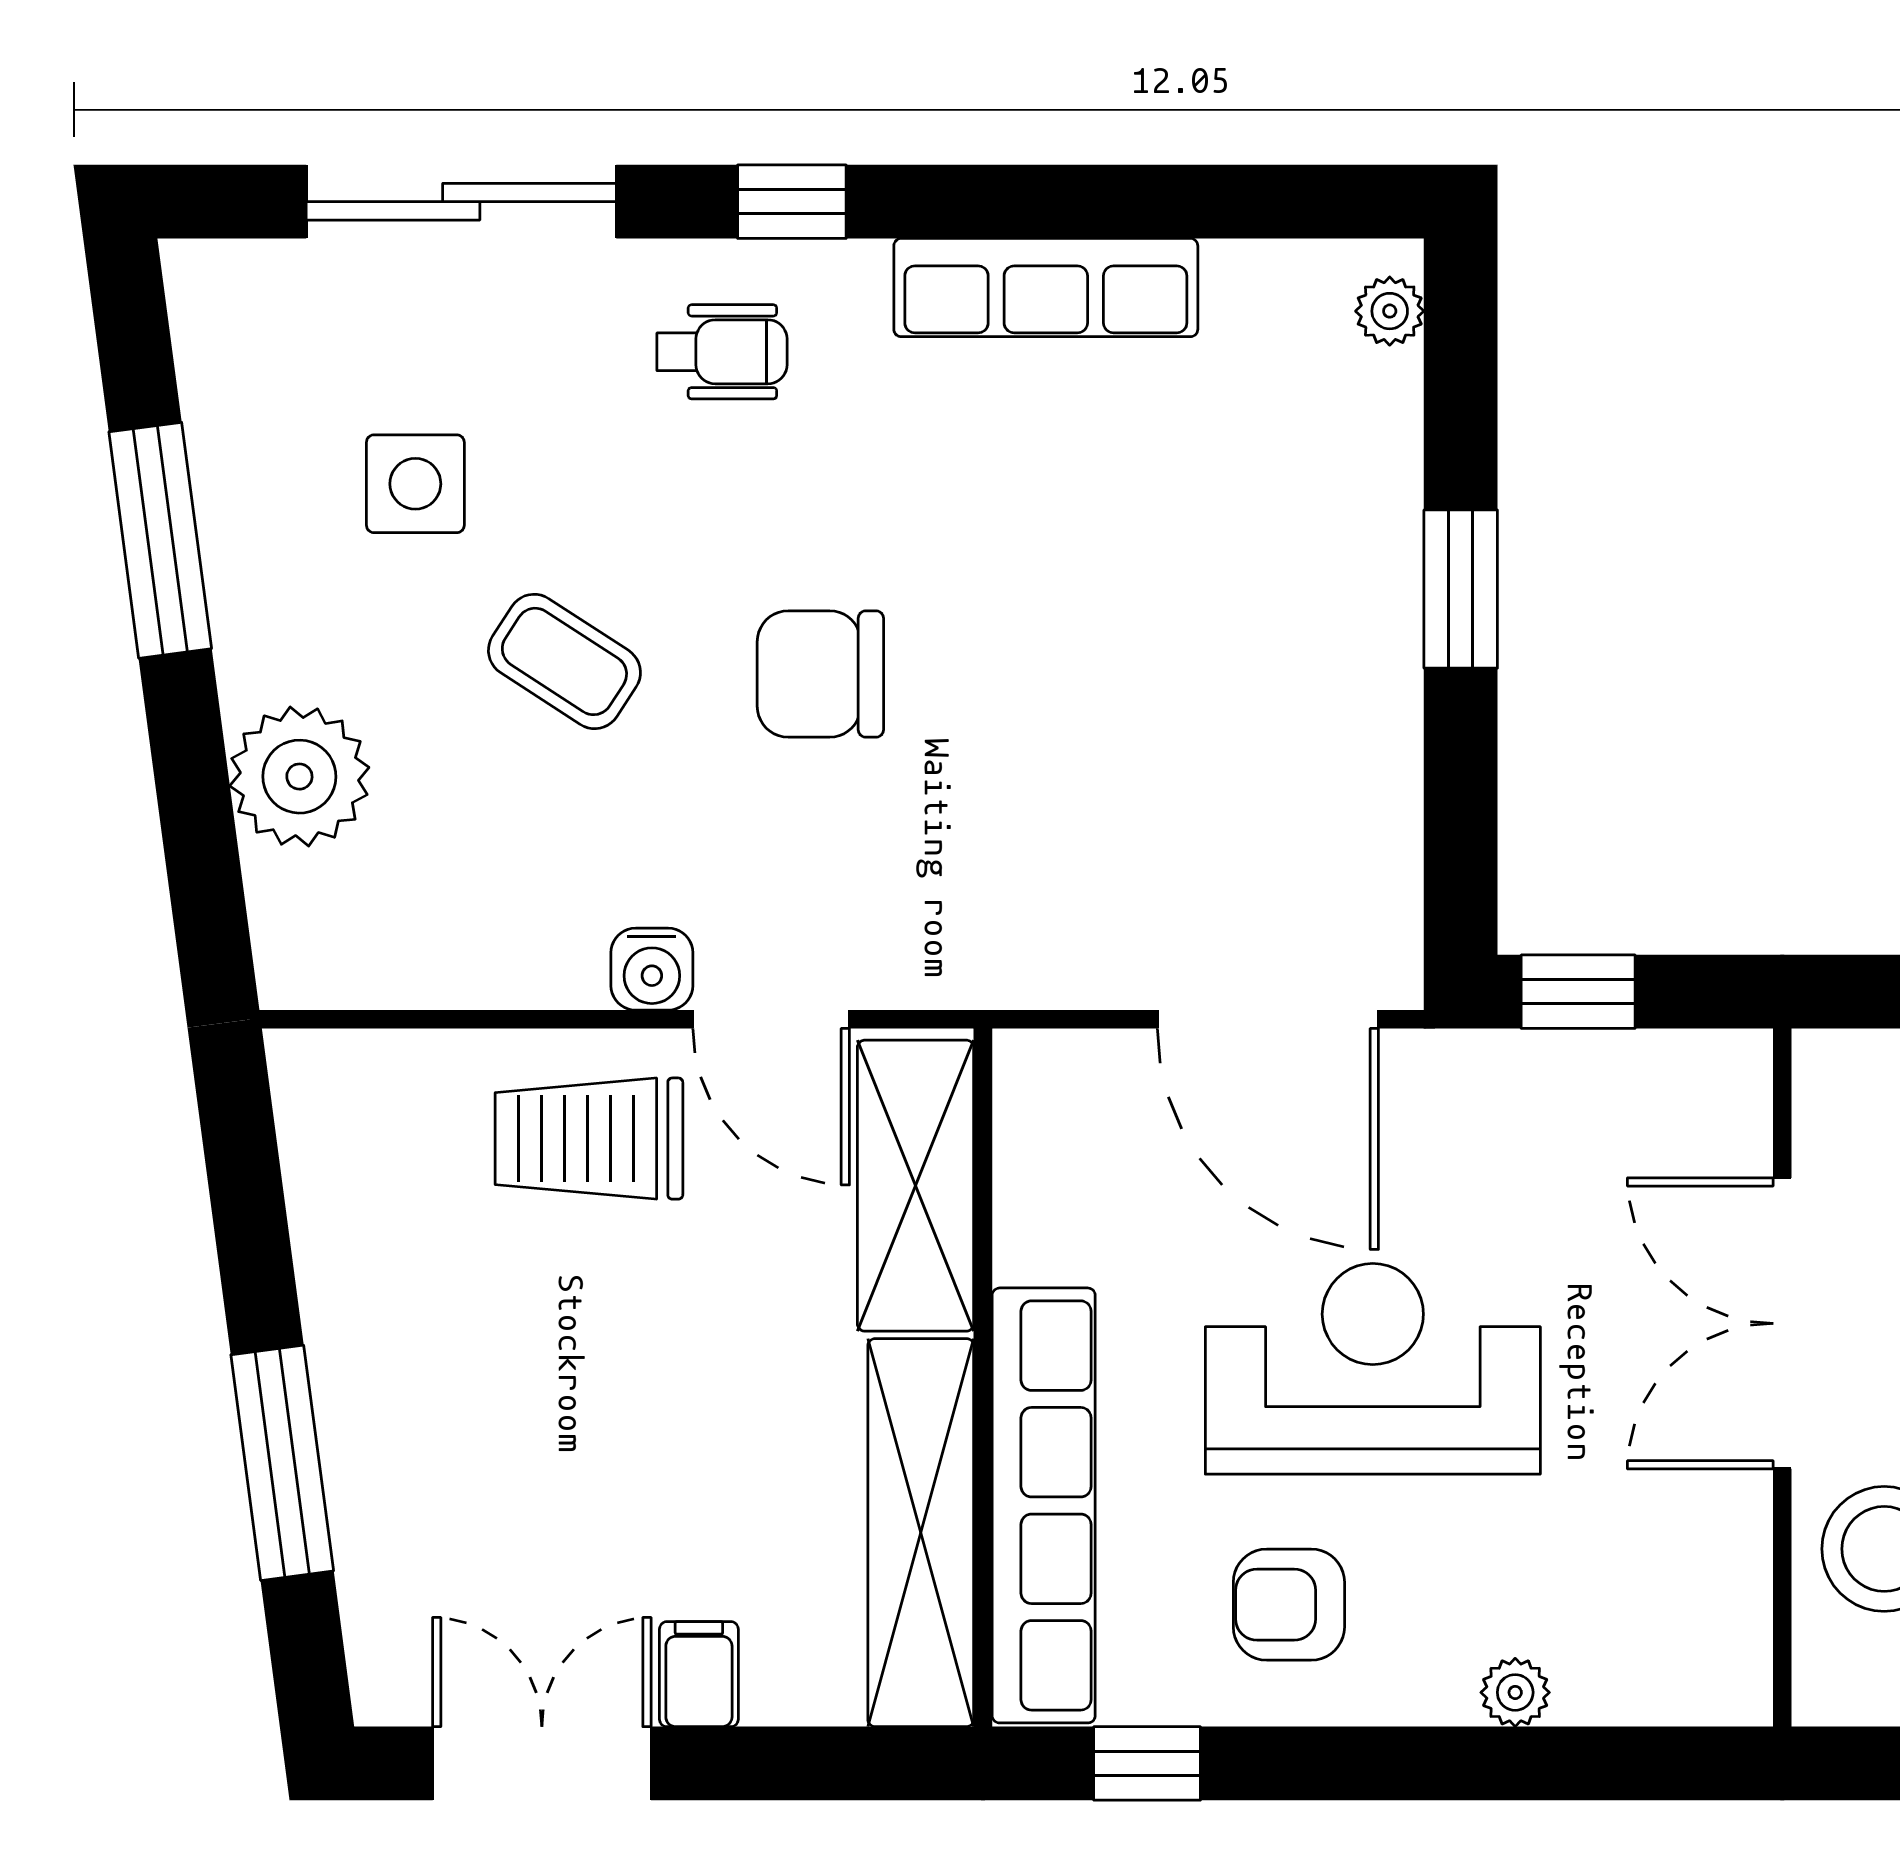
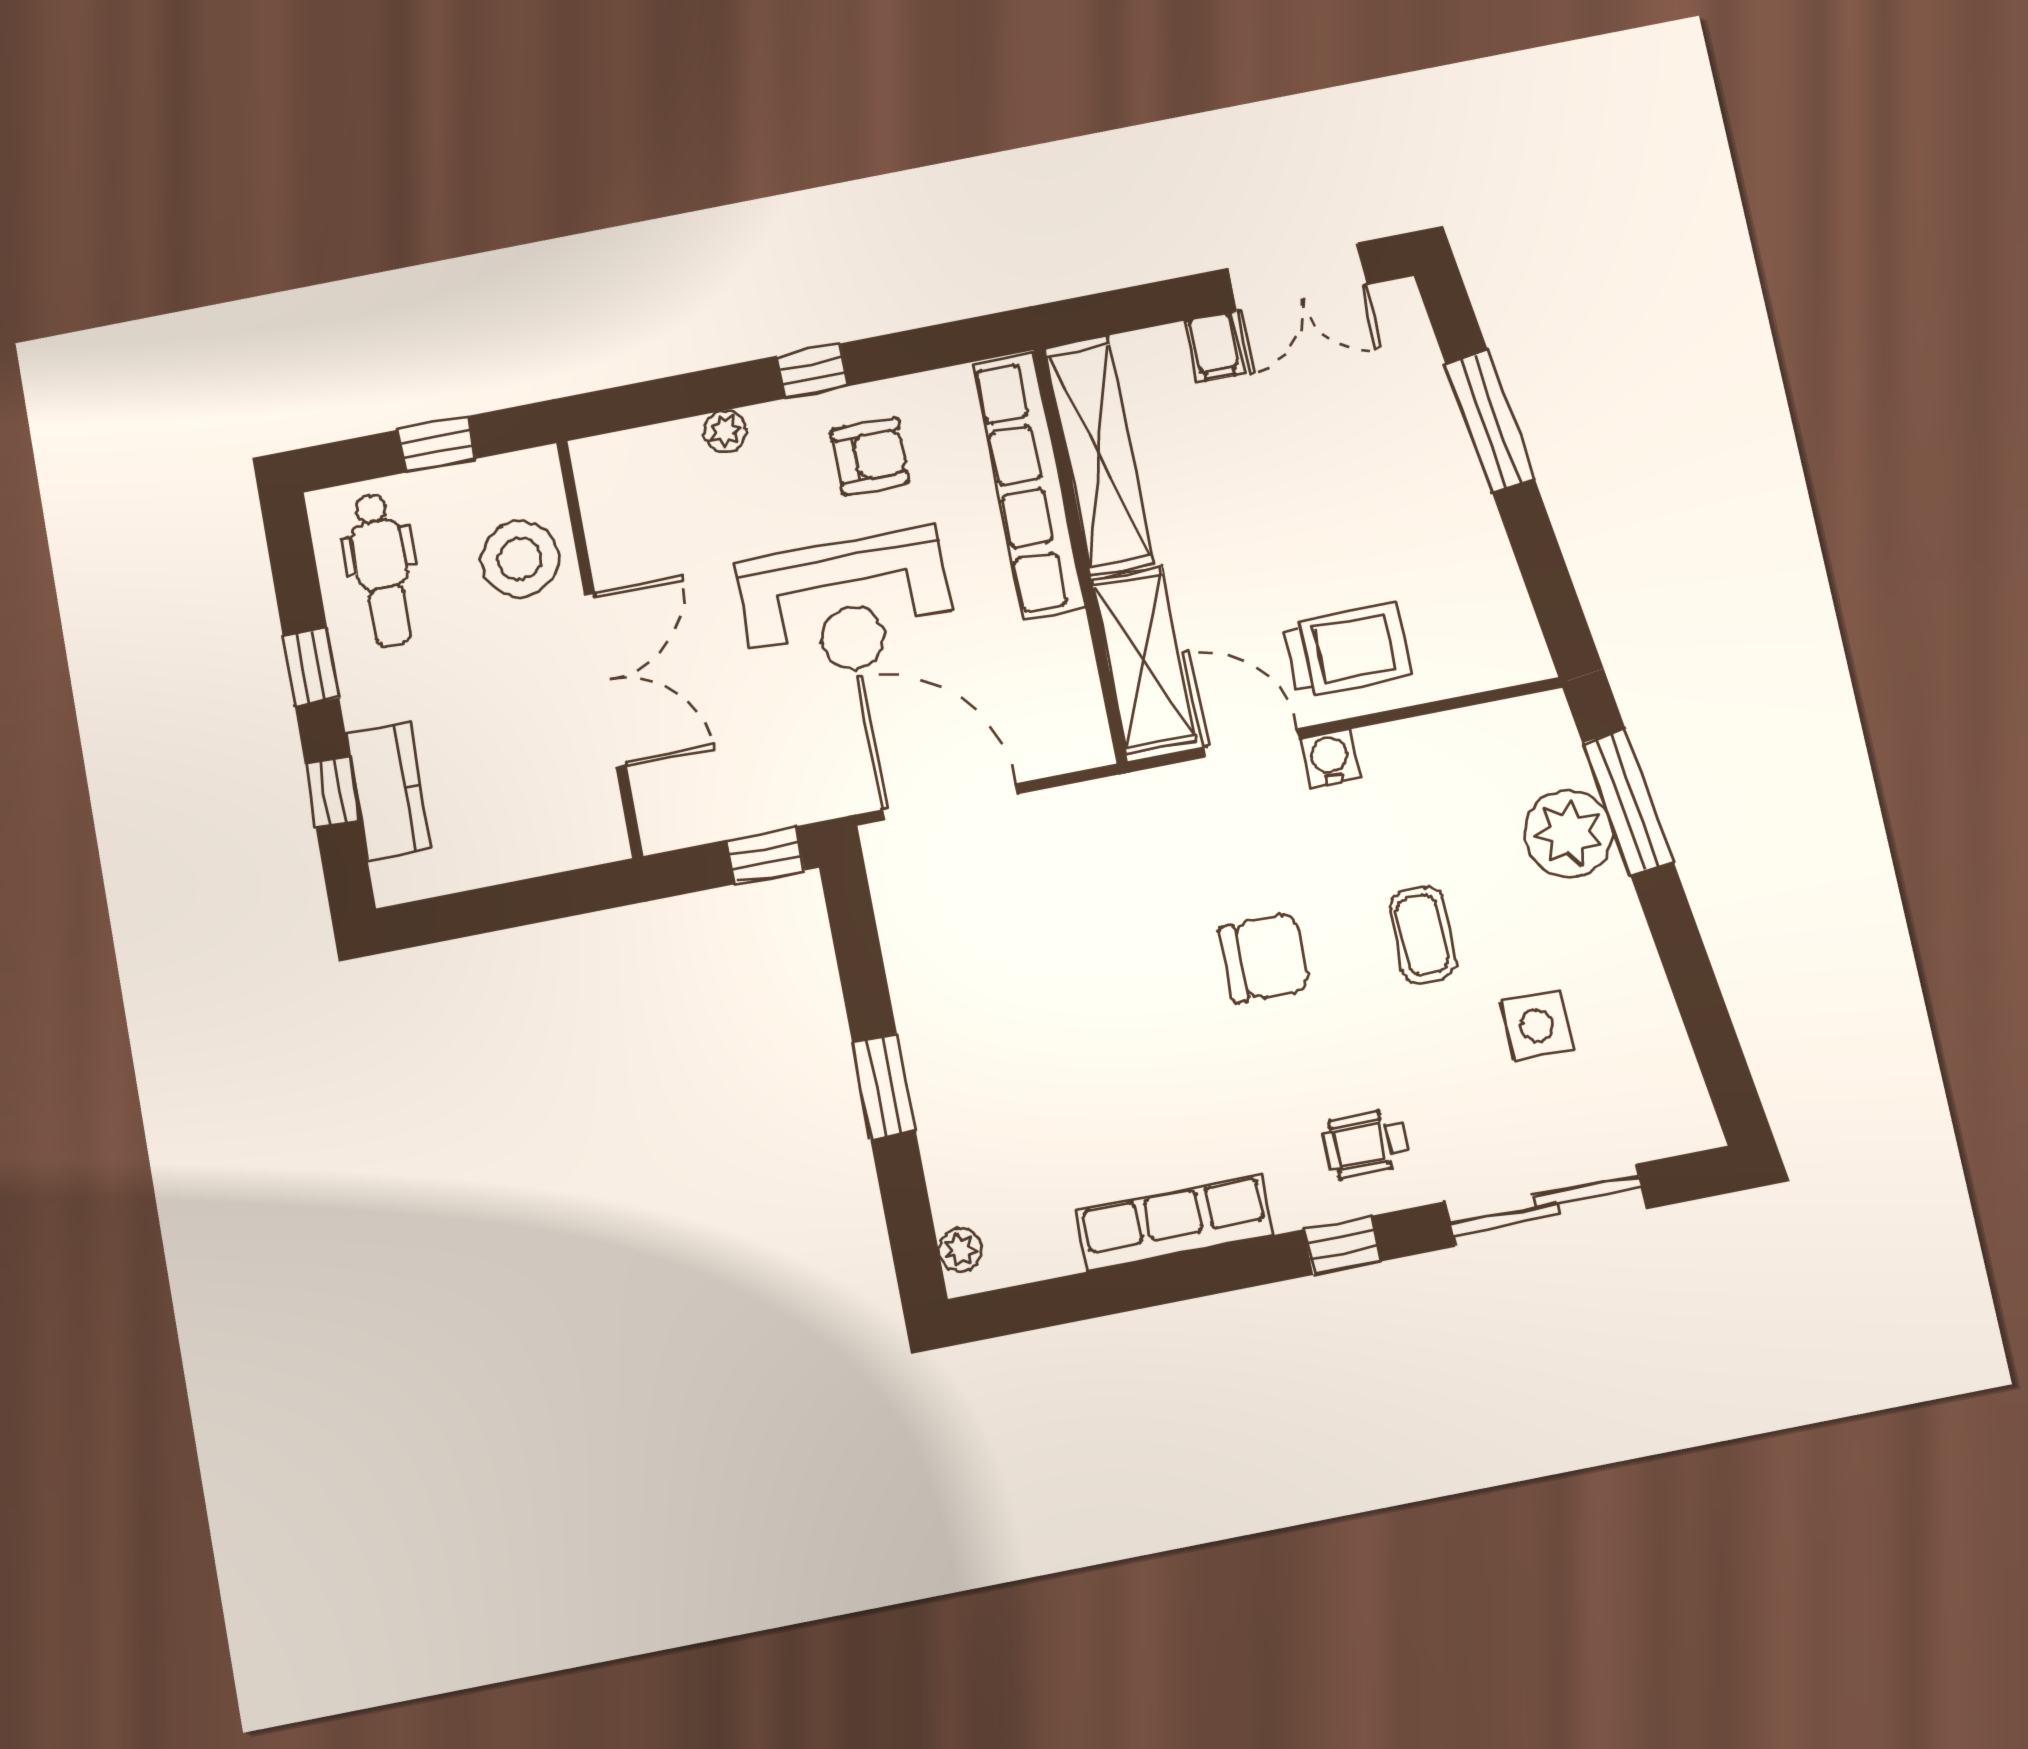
window: (160, 540) -> (1628, 802), moved
coffee table: (564, 661) -> (1422, 935), turned 57
window: (1147, 1763) -> (813, 371), moved

